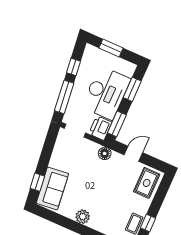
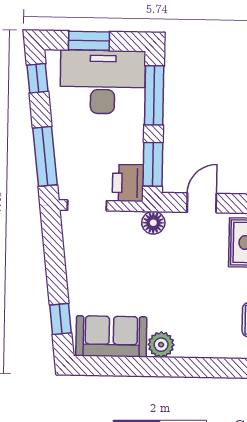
window: (74, 67) -> (38, 78), moved
window: (132, 89) -> (154, 95), width x1.44
desk: (106, 93) -> (103, 82), moved, turned -90
sofa: (52, 188) -> (111, 336), moved, turned -84

